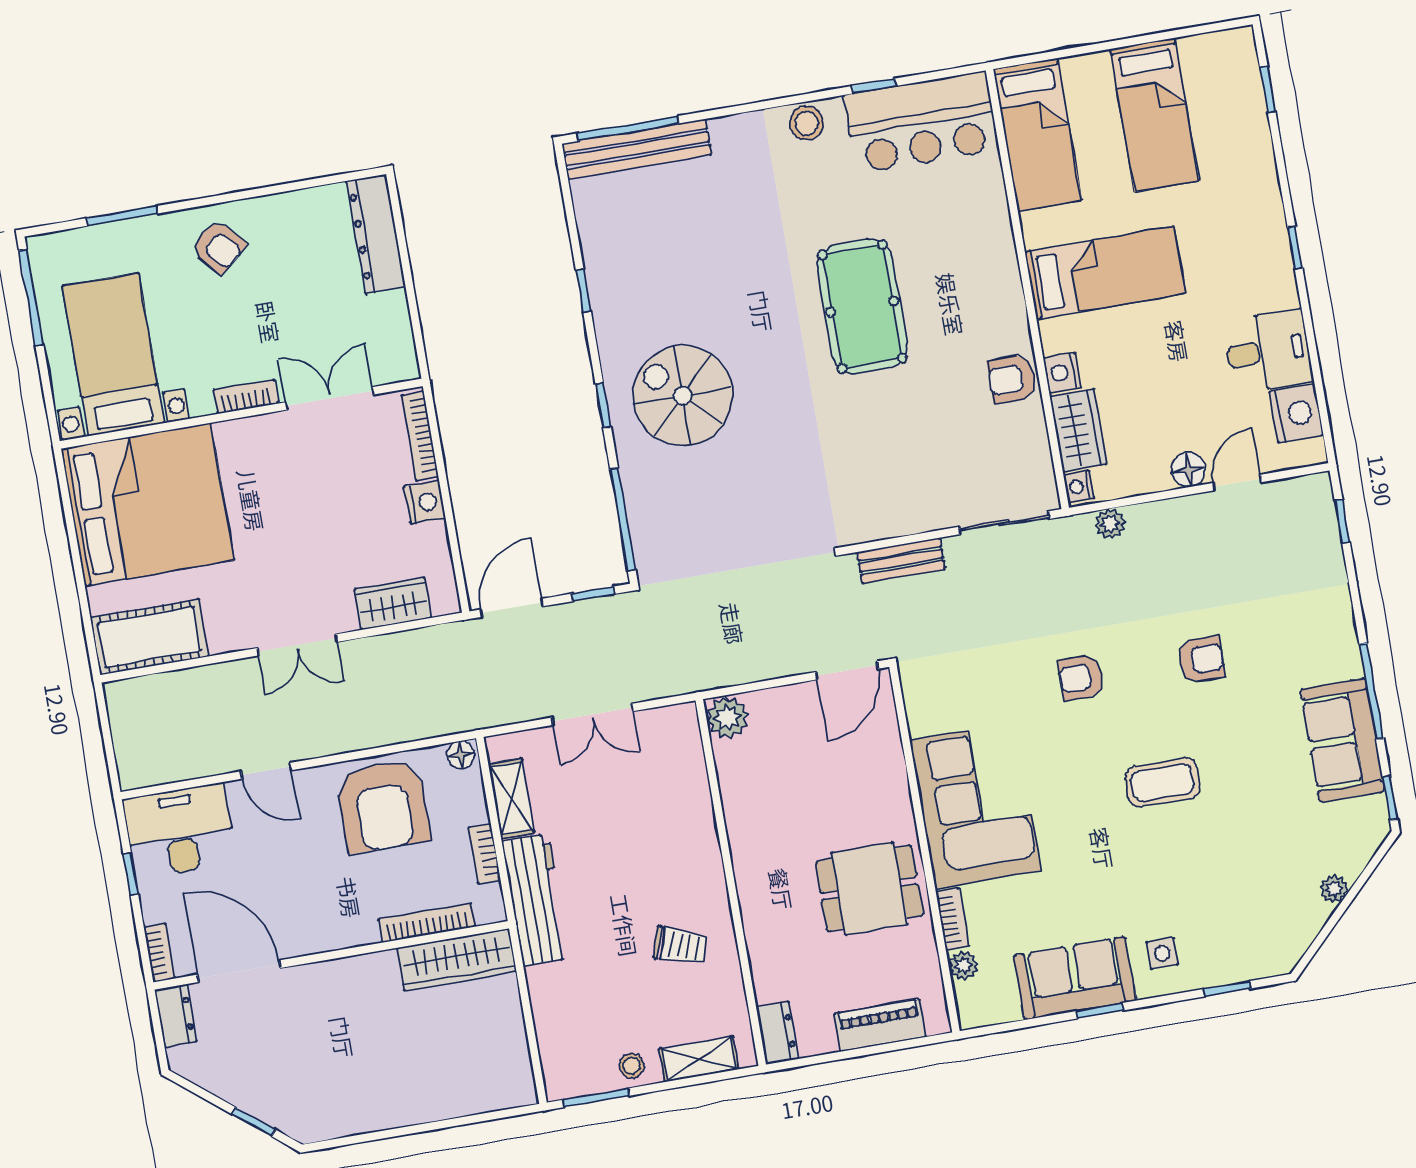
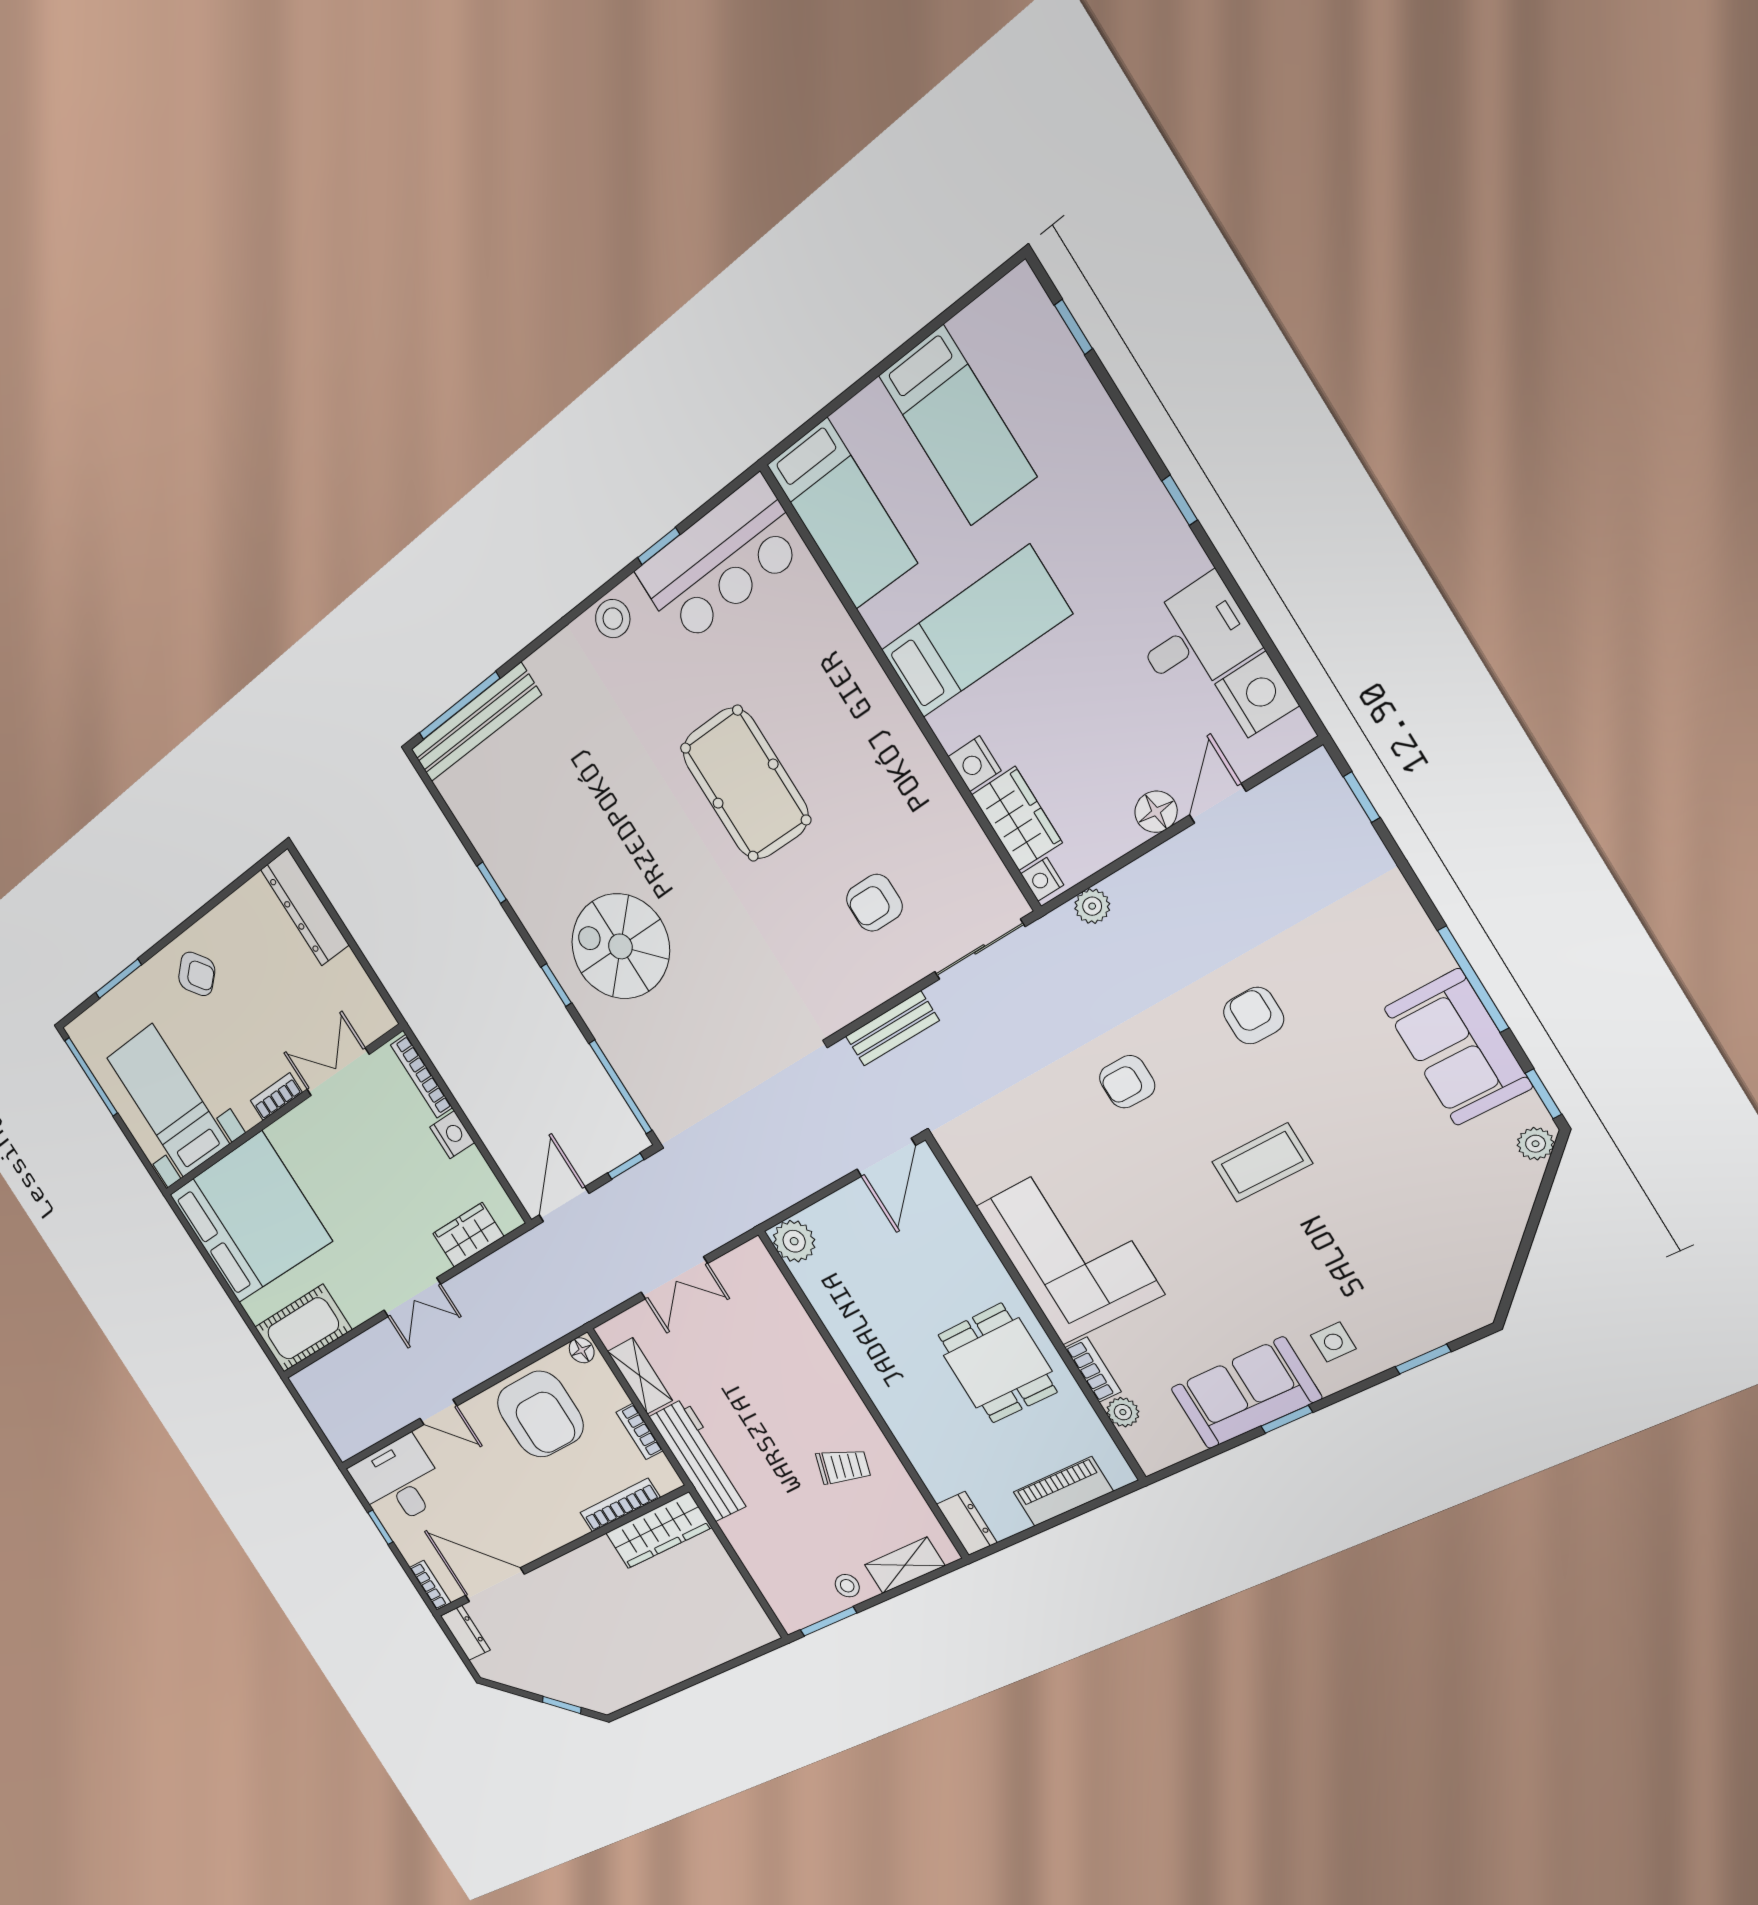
armchair: (1012, 379) -> (874, 903), moved
armchair: (1201, 660) -> (1254, 1016), turned -90
dining table: (869, 889) -> (997, 1363), turned 90
plant: (1334, 889) -> (1535, 1144), moved

